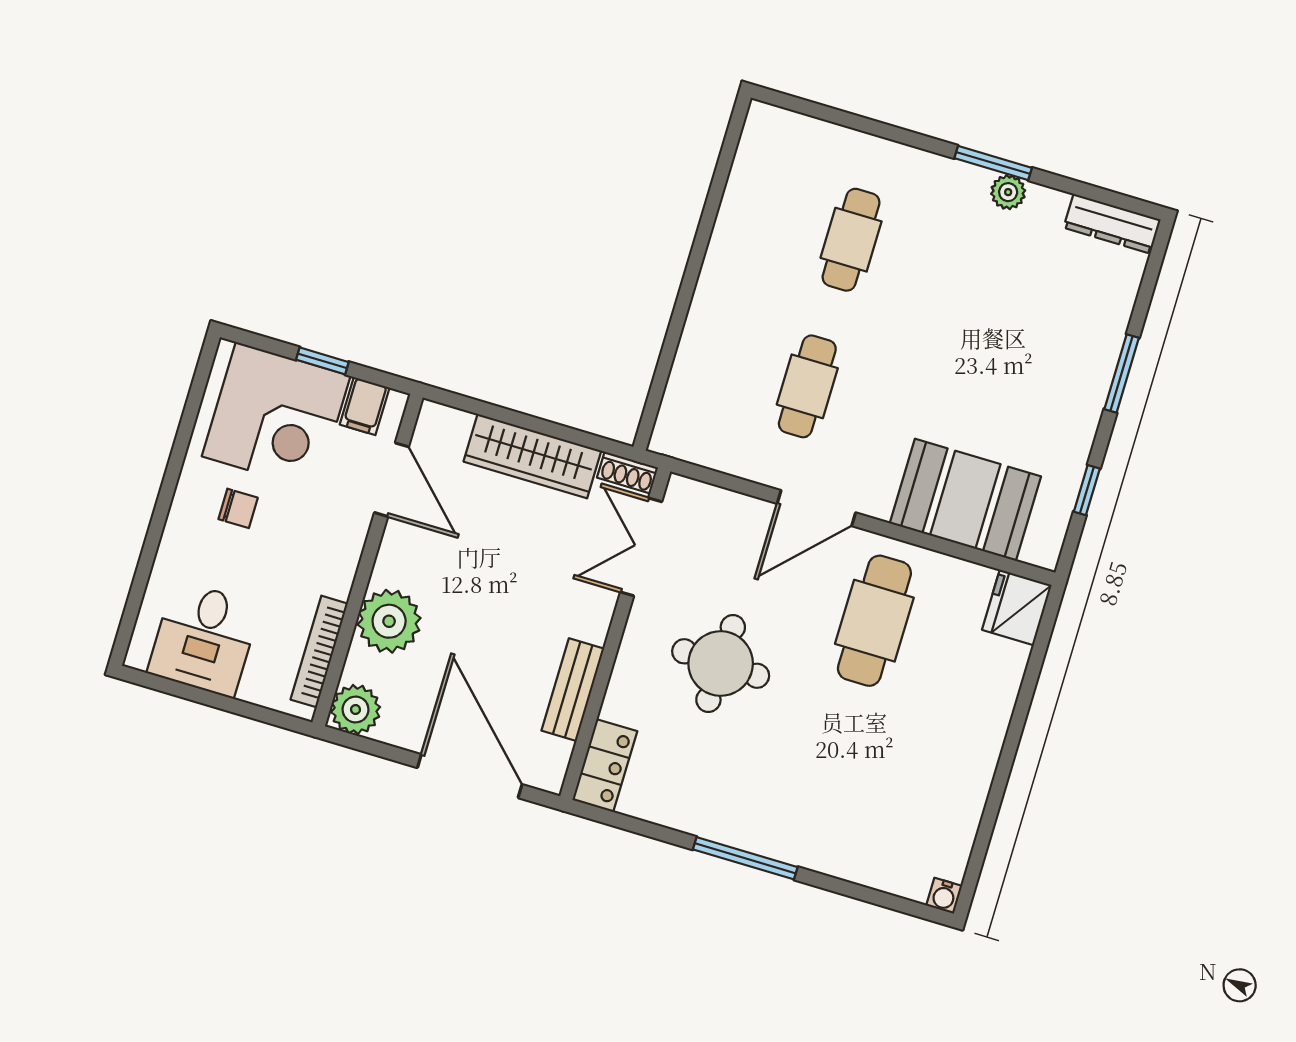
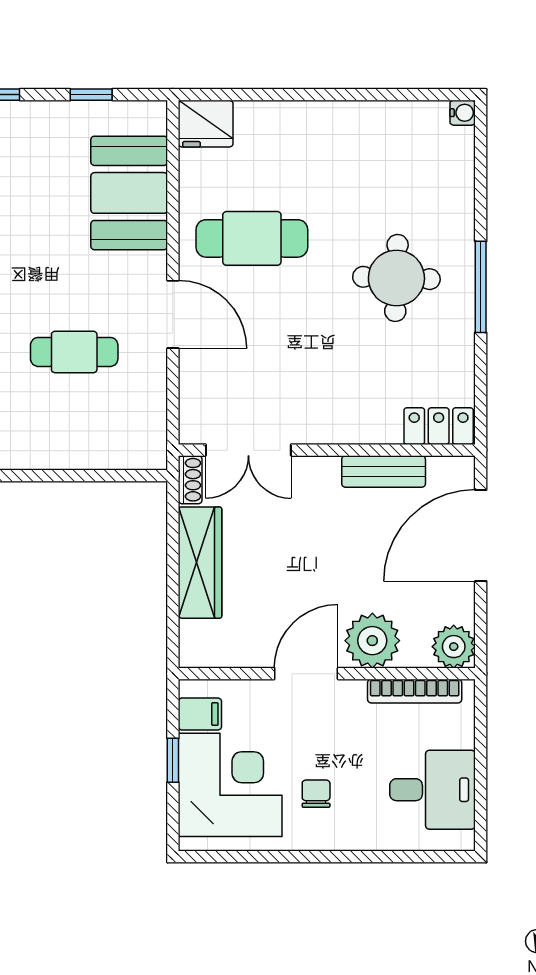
door: (392, 480) -> (306, 674), moved
round table: (721, 664) -> (396, 278), moved

